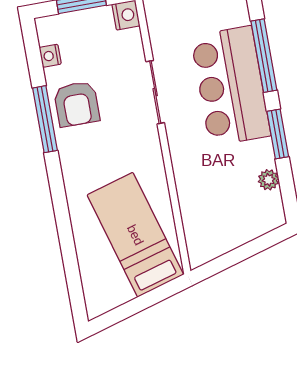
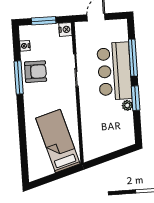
armchair: (77, 104) -> (36, 72), turned -90
plant: (269, 180) -> (127, 105), moved

